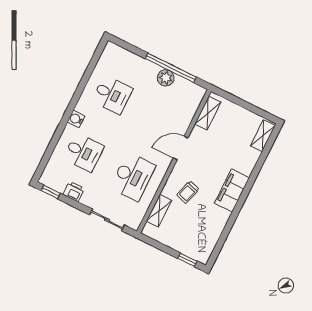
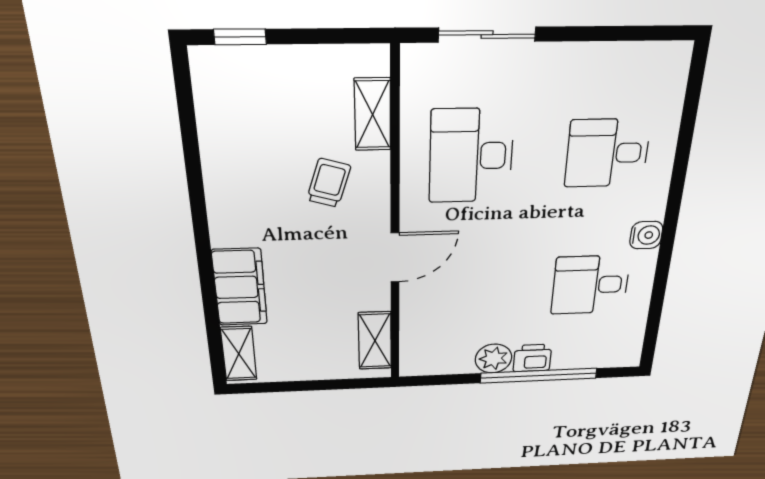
window: (171, 68) -> (539, 376), moved
water cooler: (76, 119) -> (646, 235), moved
filing cabinet: (232, 190) -> (240, 287), moved
printer: (74, 191) -> (532, 358), moved, turned 180
window: (51, 192) -> (653, 33), removed

